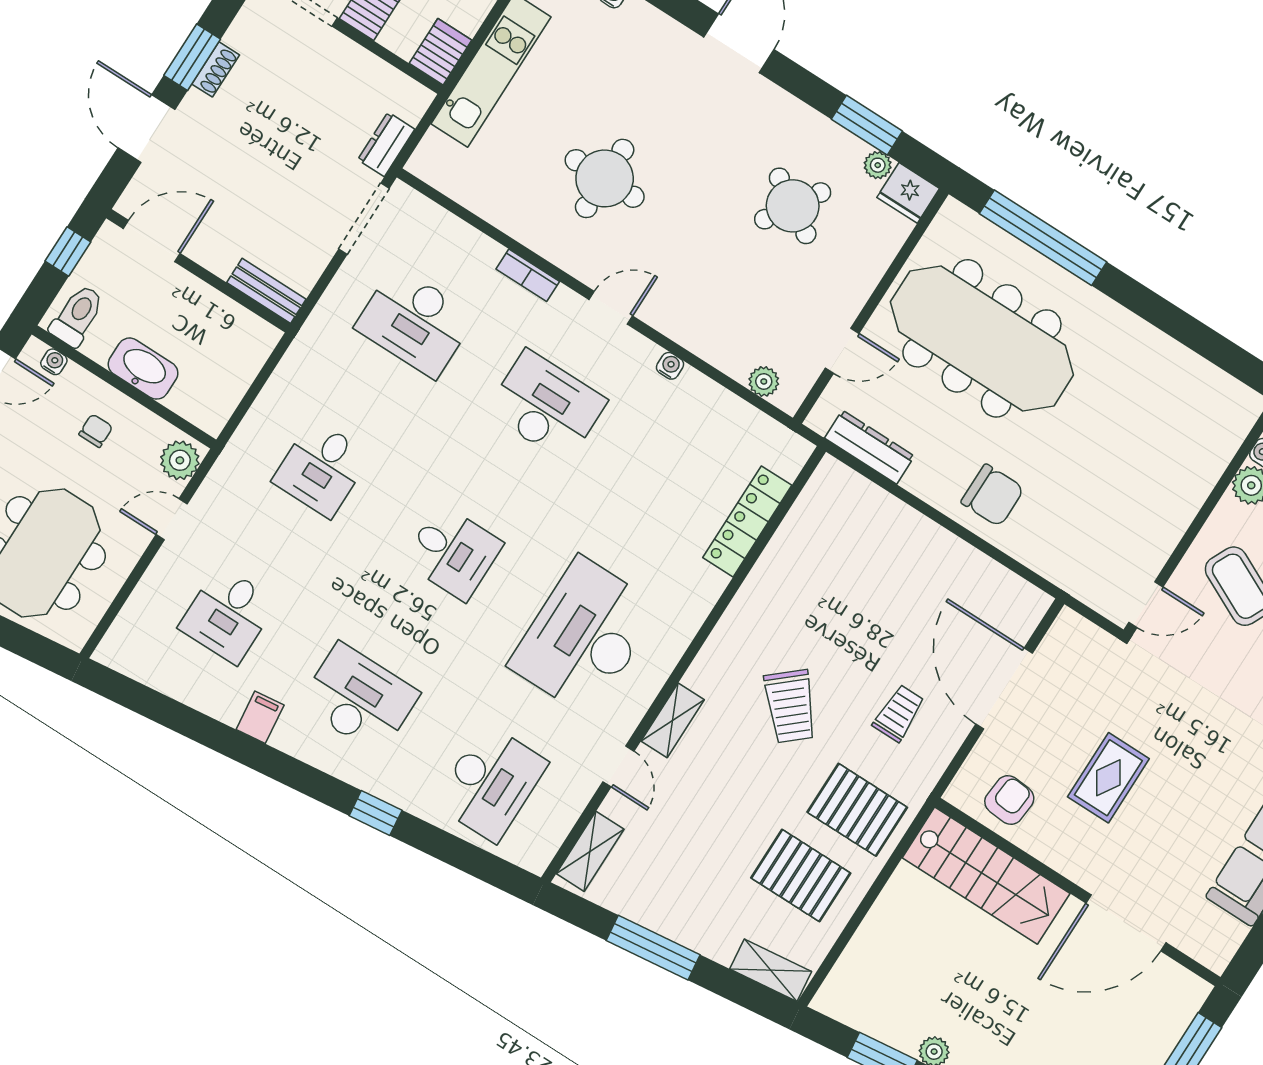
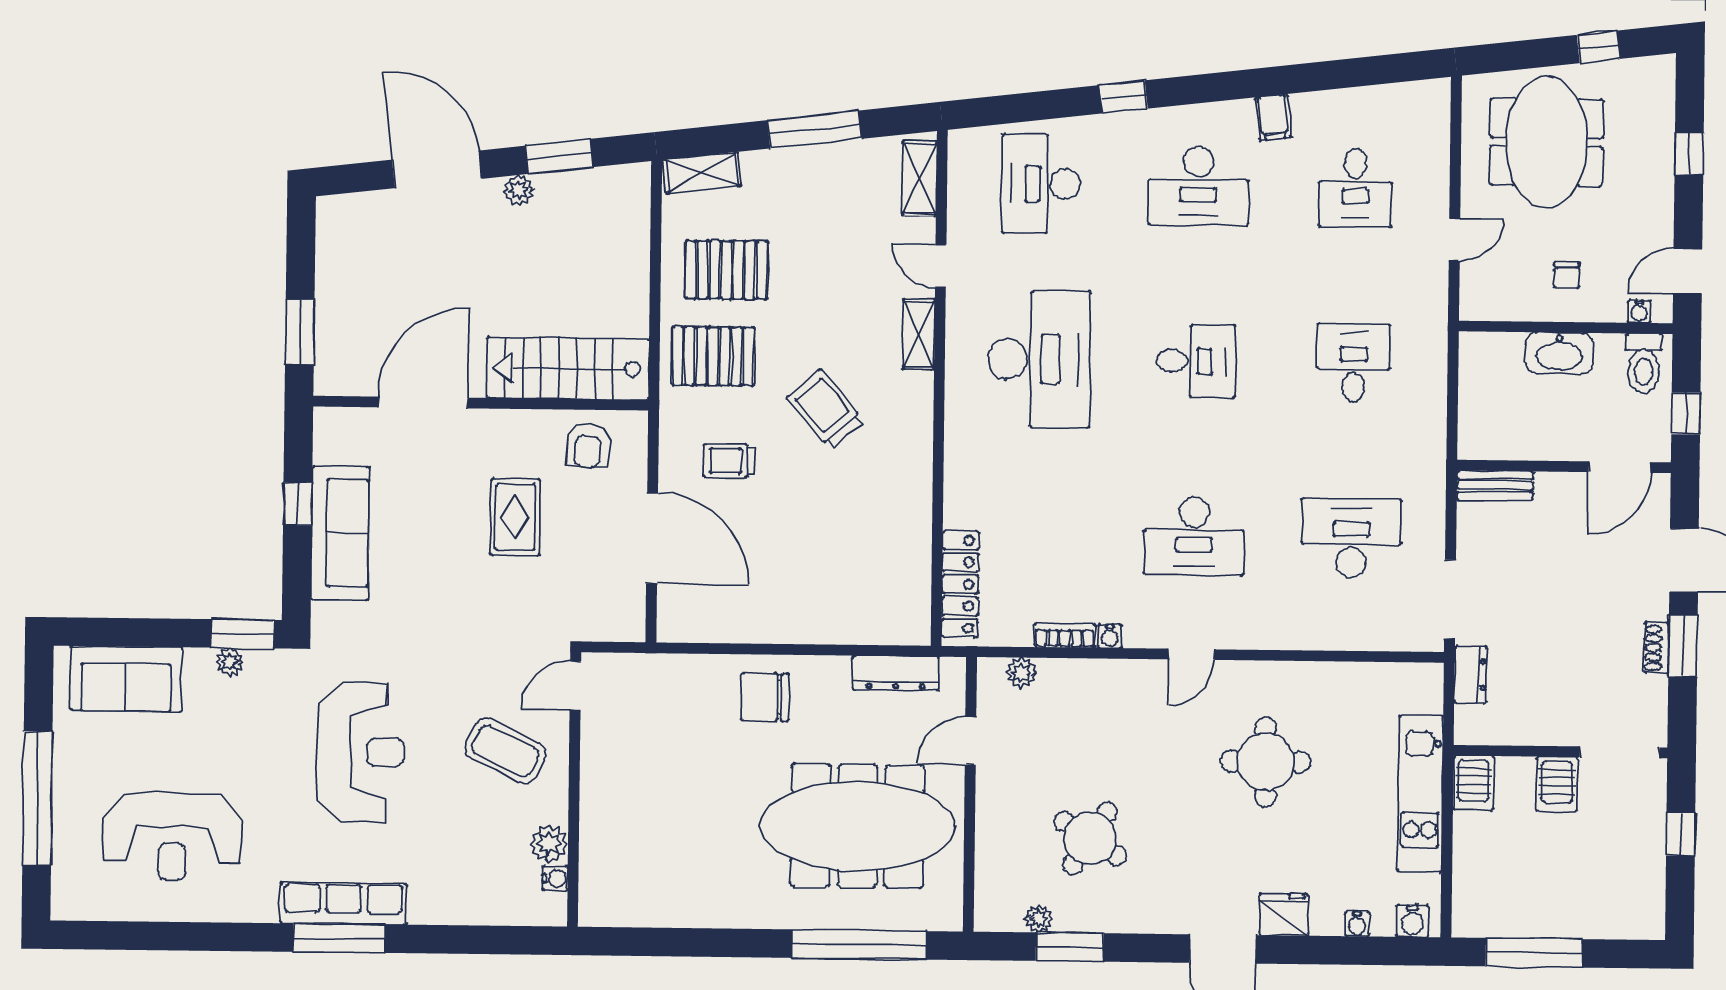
fridge: (908, 193) -> (1284, 914), moved
bookcase: (528, 275) -> (1065, 635), moved
plant: (180, 460) -> (1479, 294), removed
locker: (747, 521) -> (960, 584), moved
desk: (453, 552) -> (1196, 361), turned 180
desk: (228, 615) -> (1356, 188), turned 180
trolley: (899, 713) -> (729, 461), turned 90

